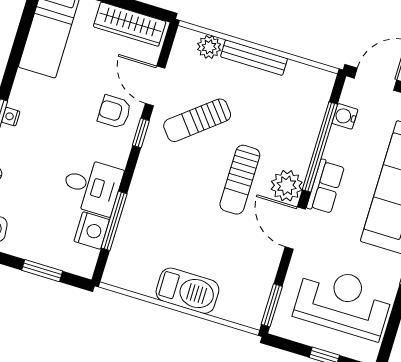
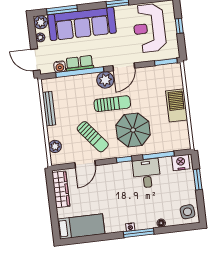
bench: (254, 58) -> (49, 109), moved
armchair: (114, 112) -> (106, 178), removed
window: (141, 133) -> (124, 159), moved
row of seats: (325, 187) -> (80, 63), moved
parasol: (178, 196) -> (133, 130), added
nightstand: (92, 231) -> (181, 163), moved

